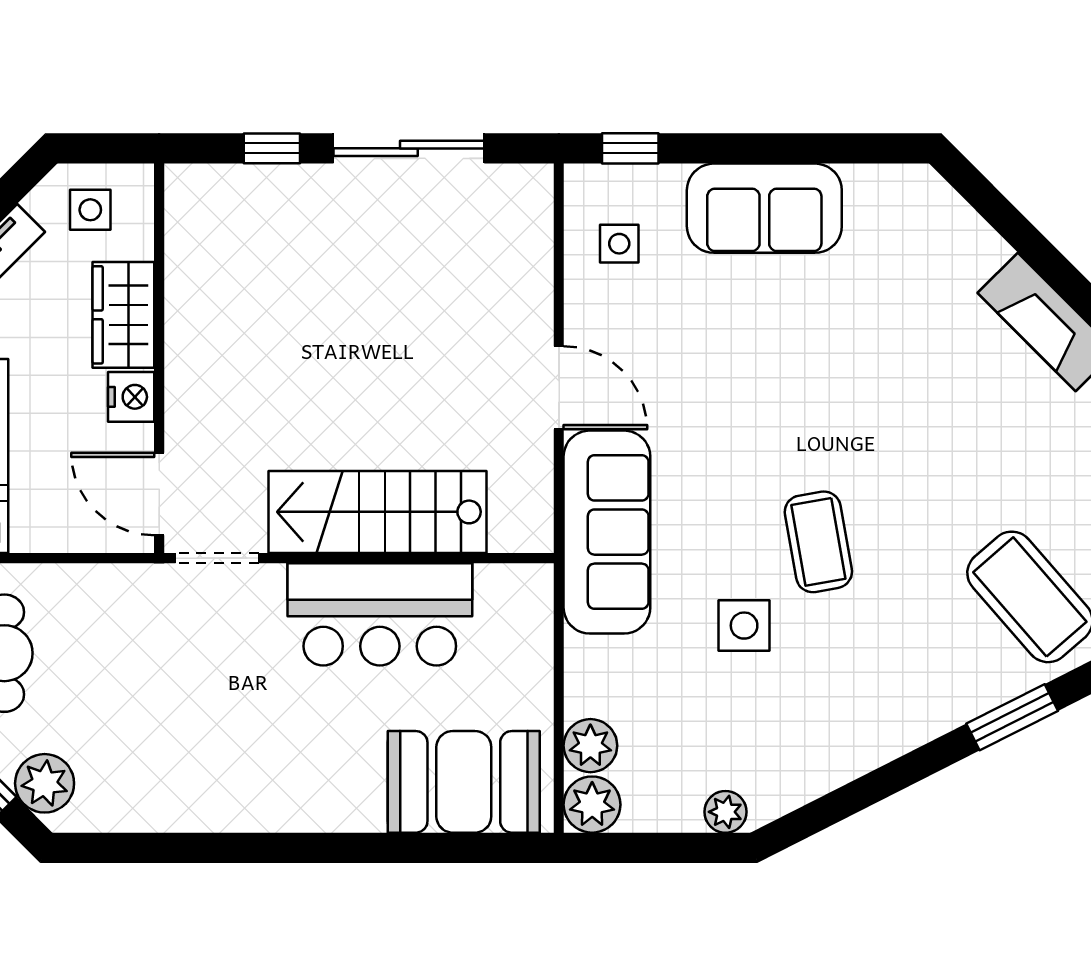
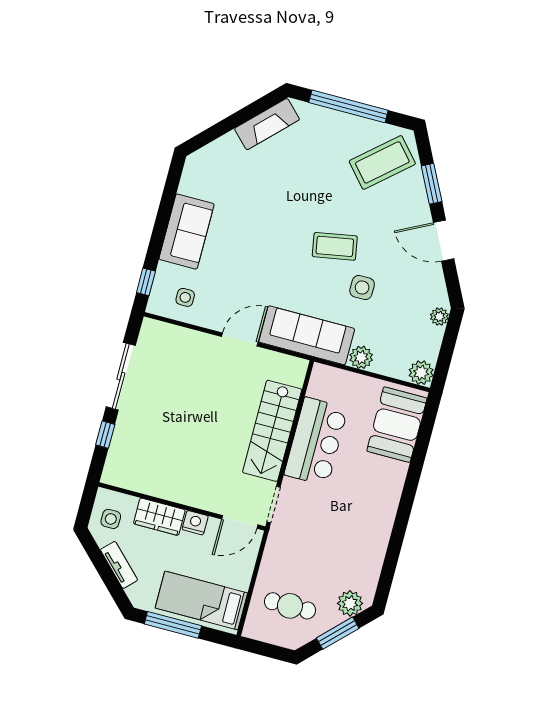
plant: (590, 746) -> (361, 357), moved
door: (894, 777) -> (444, 241), added

